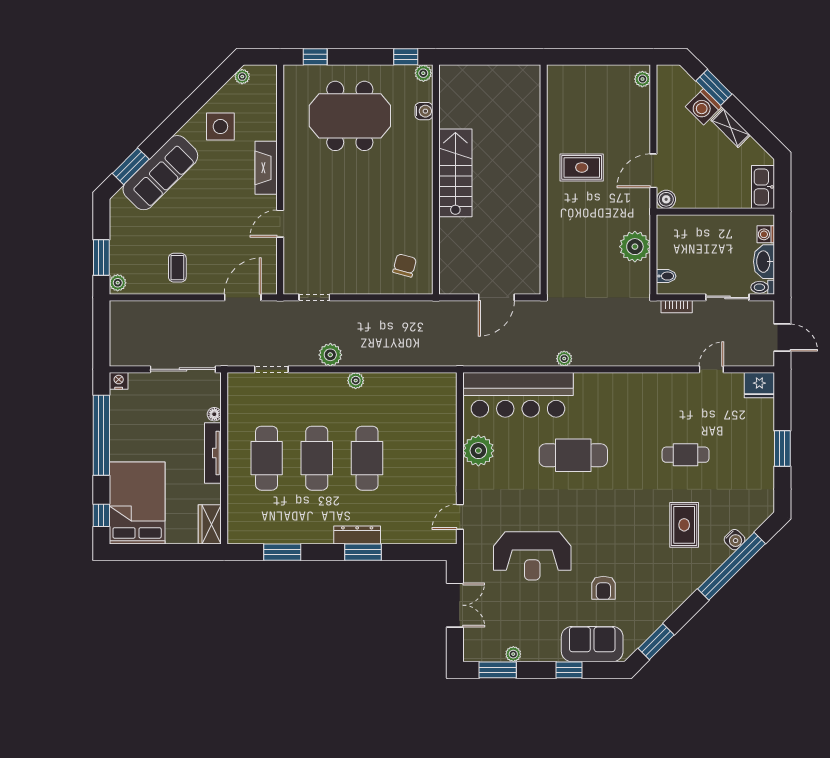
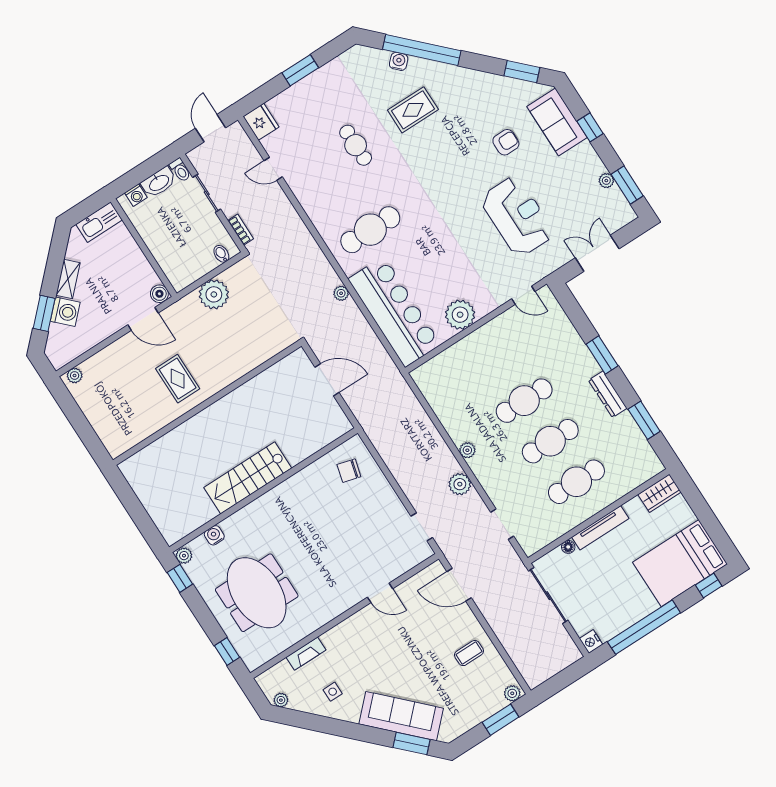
side table: (220, 127) -> (333, 692), width x0.54, depth x0.54
fireplace: (266, 168) -> (306, 654), moved, width x0.73, depth x0.76
cafe table: (573, 455) -> (370, 230), moved, turned 90
dresser: (357, 535) -> (608, 394), moved

